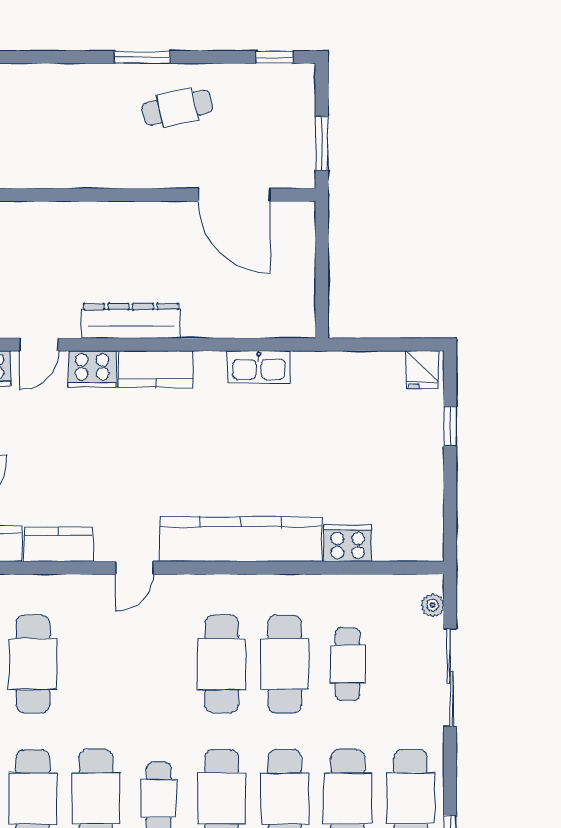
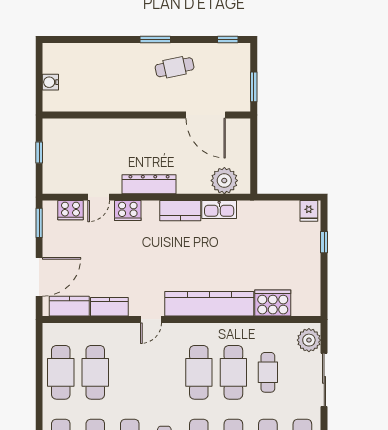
plant: (268, 314) -> (224, 181), added
kitchen counter: (156, 369) -> (180, 211), moved
cooker: (348, 543) -> (273, 303), width x1.37, depth x1.31
plant: (433, 605) -> (309, 340), width x1.87, depth x1.87

